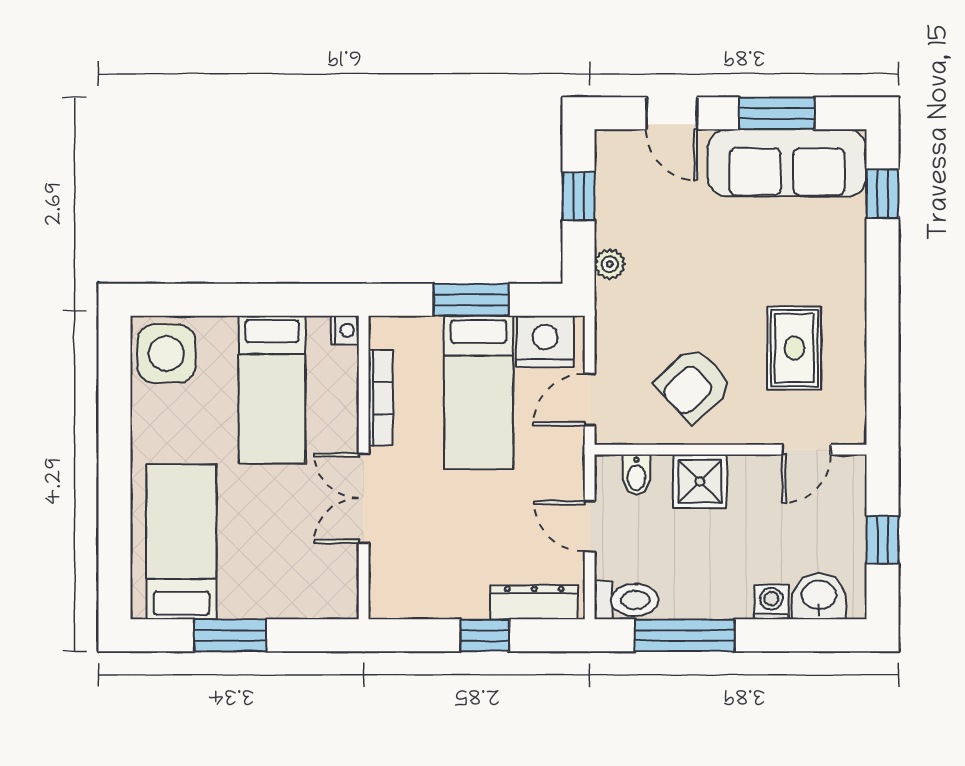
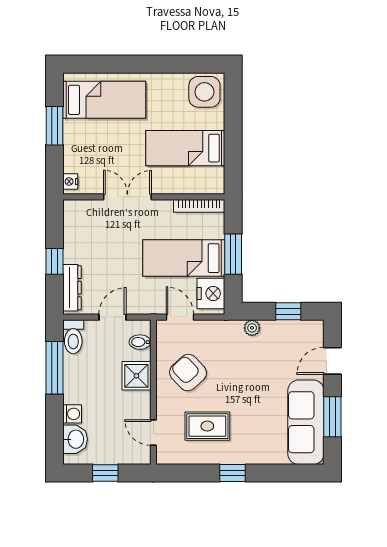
window: (882, 194) -> (233, 473), moved
nightstand: (345, 330) -> (70, 182), moved, turned 90
bookcase: (381, 398) -> (199, 206), moved

